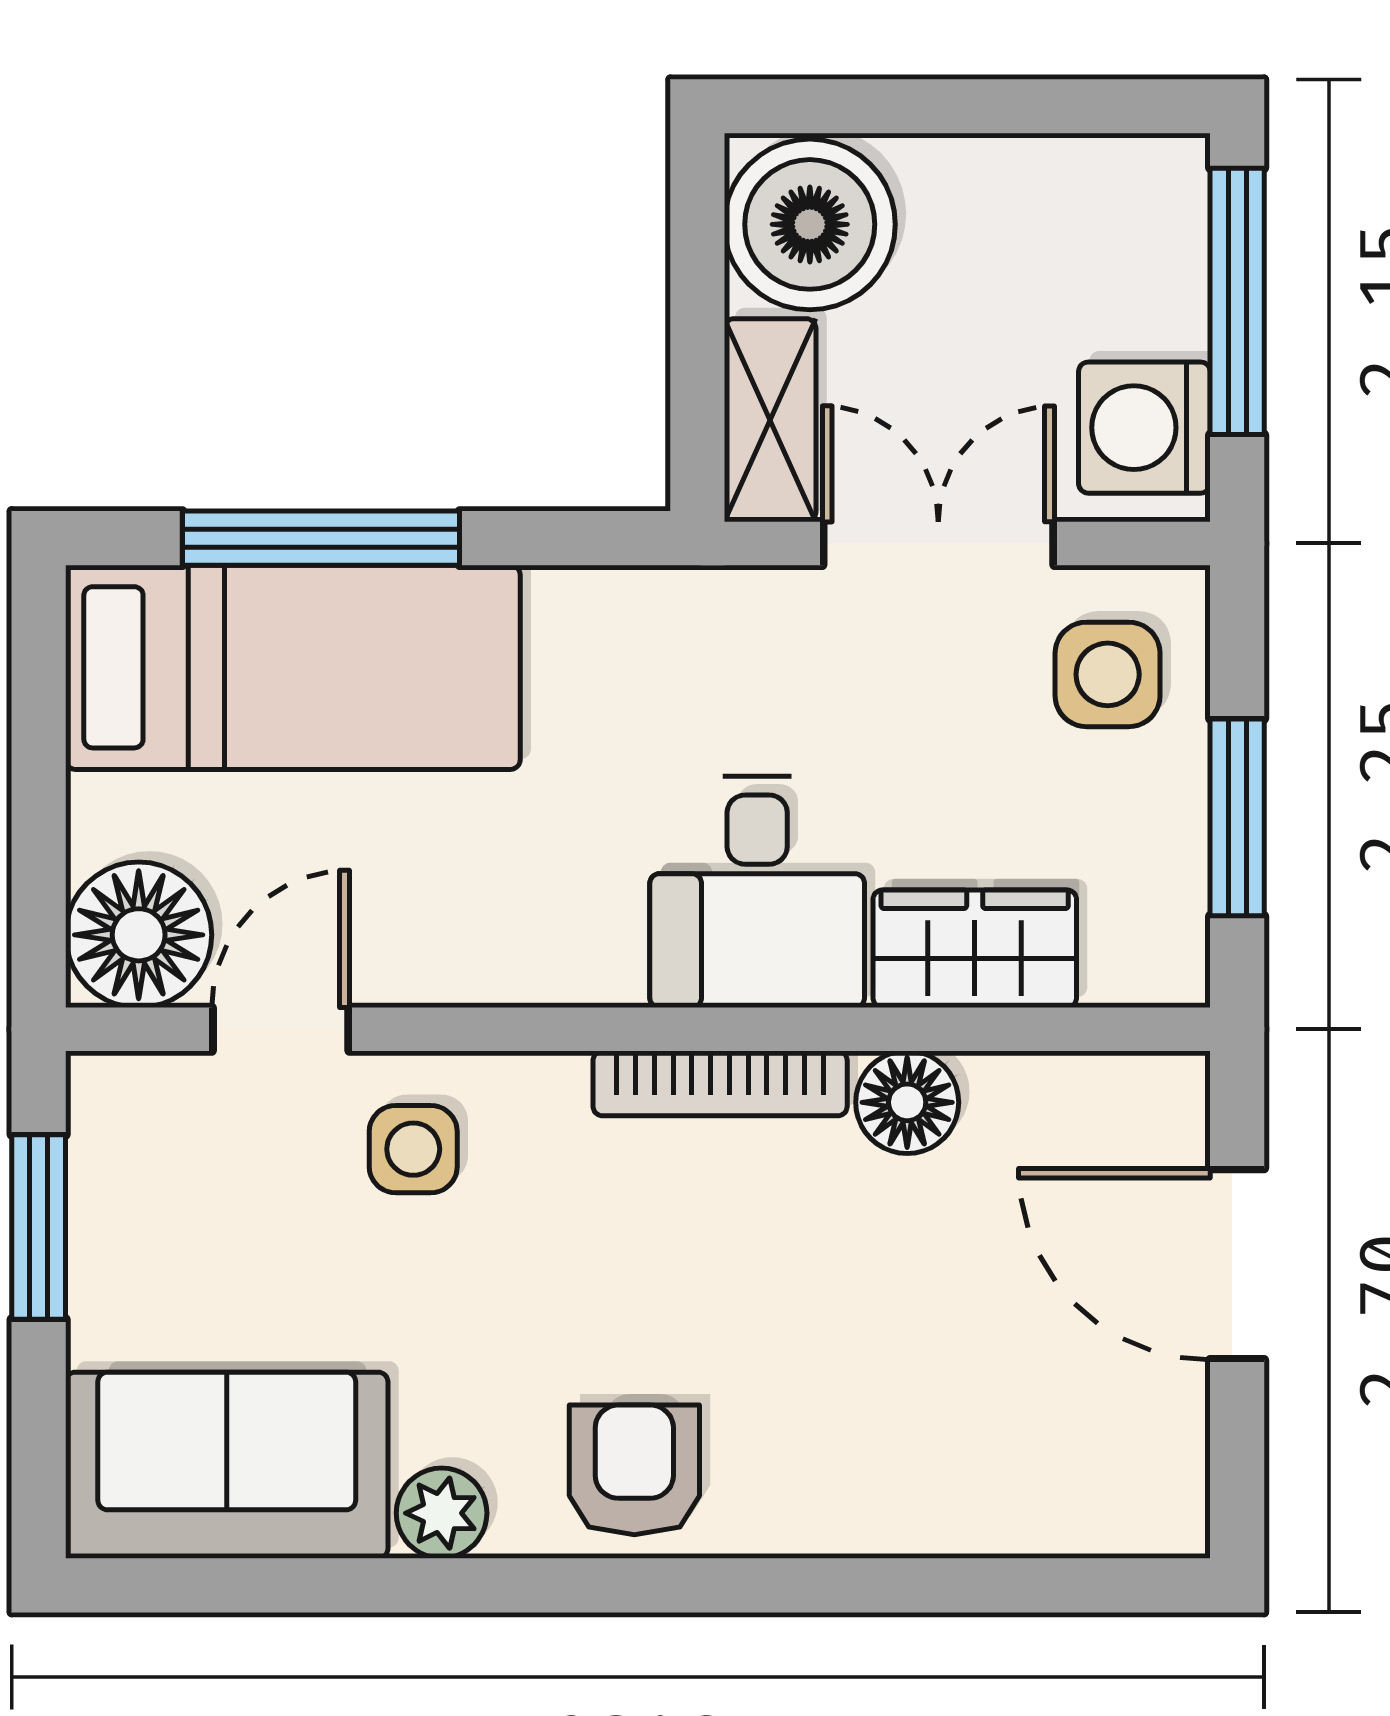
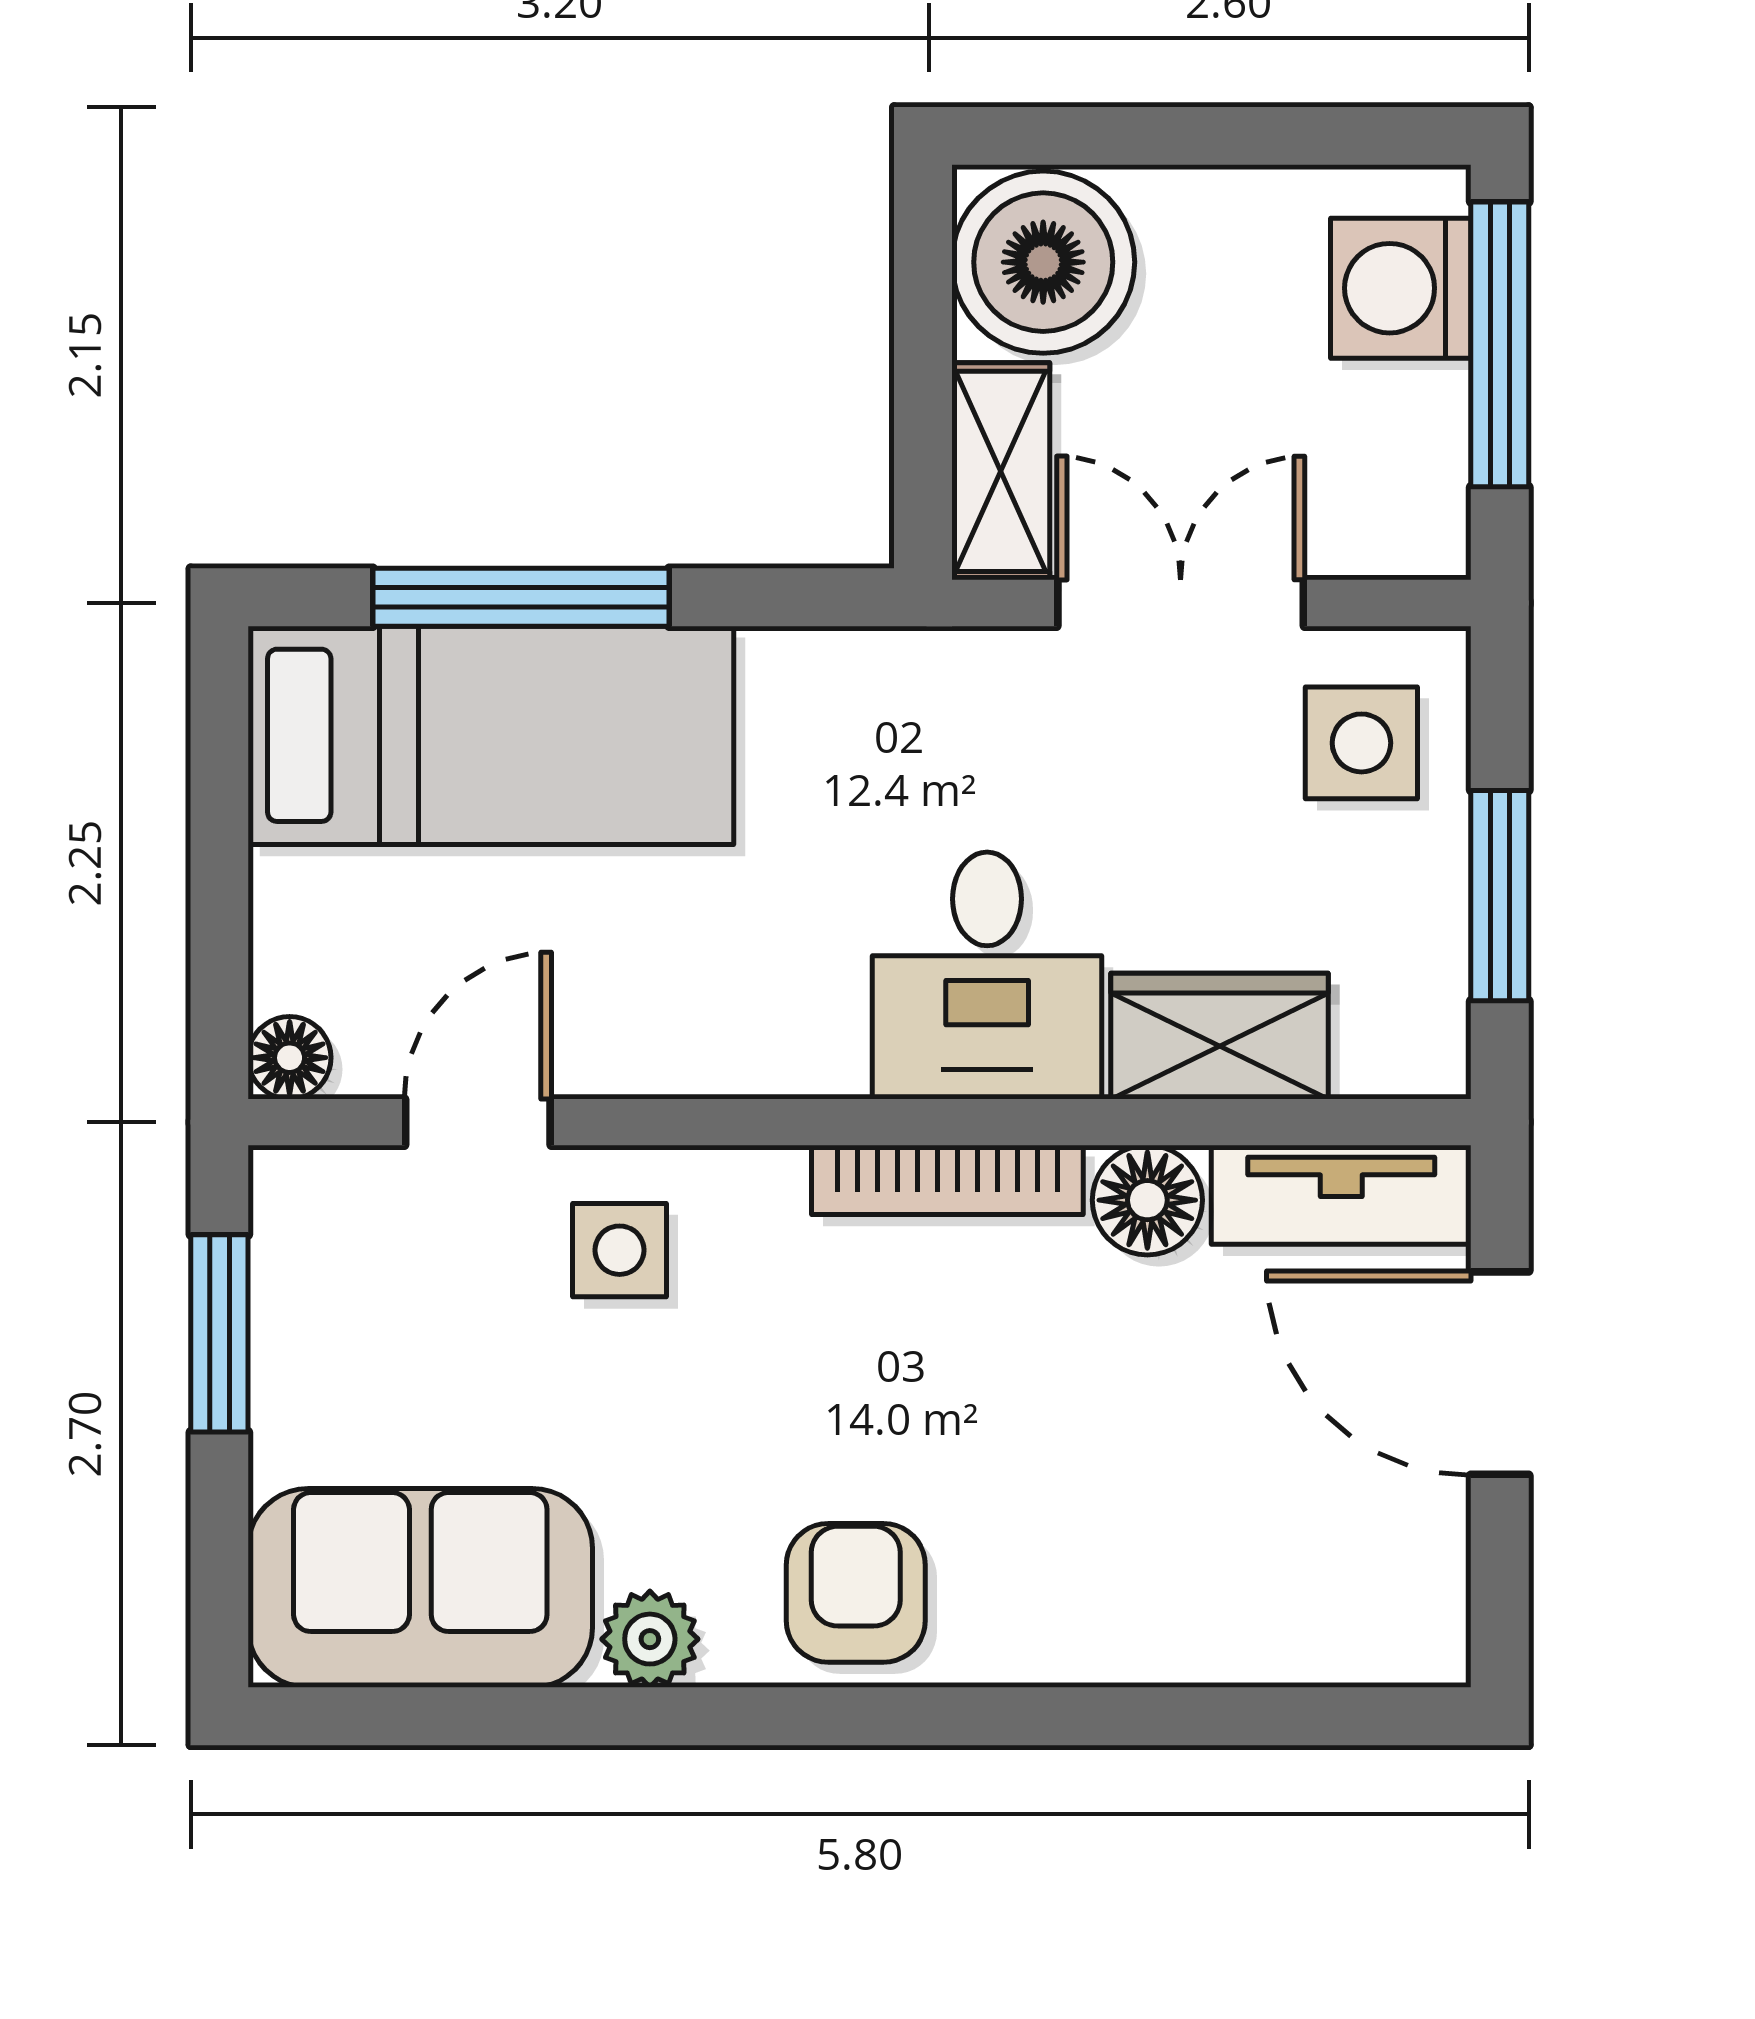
washing machine: (1144, 428) -> (1401, 288), moved
floor lamp: (139, 935) -> (290, 1058), width x0.53, depth x0.53
tv unit: (1089, 1097) -> (1341, 1195), added

